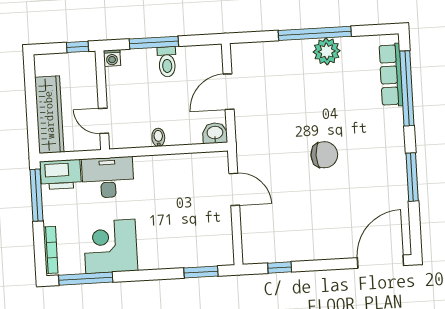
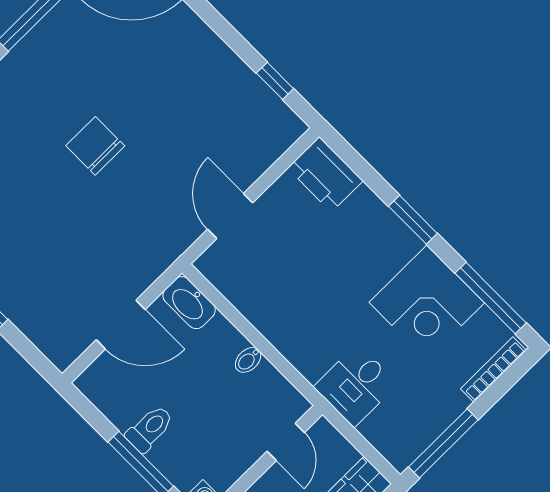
washbasin: (215, 133) -> (189, 303), width x1.38
printer: (61, 174) -> (325, 174), moved, turned 180
desk: (108, 177) -> (356, 385), width x0.73
window: (201, 272) -> (413, 220), moved

